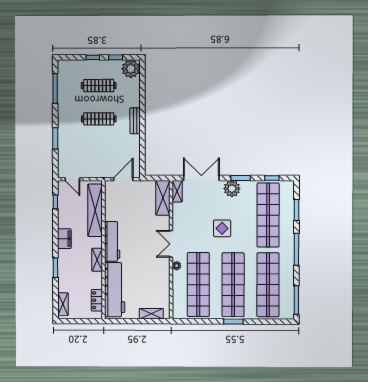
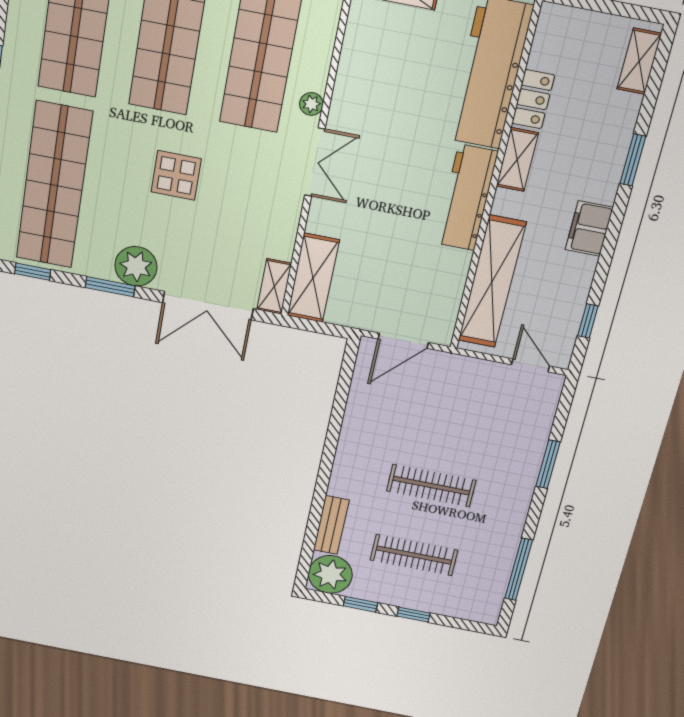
bench: (135, 121) -> (331, 525), moved
locker: (97, 300) -> (533, 99), moved

